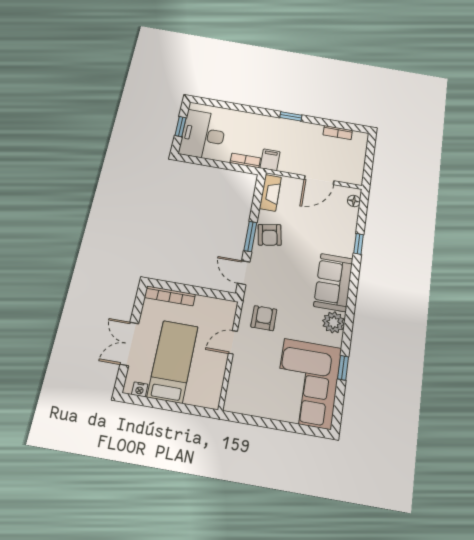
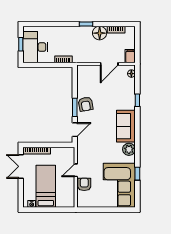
floor lamp: (310, 133) -> (100, 33), added
filing cabinet: (270, 160) -> (130, 56), moved
fireplace: (270, 193) -> (82, 78), removed
door: (244, 273) -> (75, 130), swing flipped
armchair: (264, 318) -> (84, 184), moved
double door: (129, 344) -> (21, 166), moved

